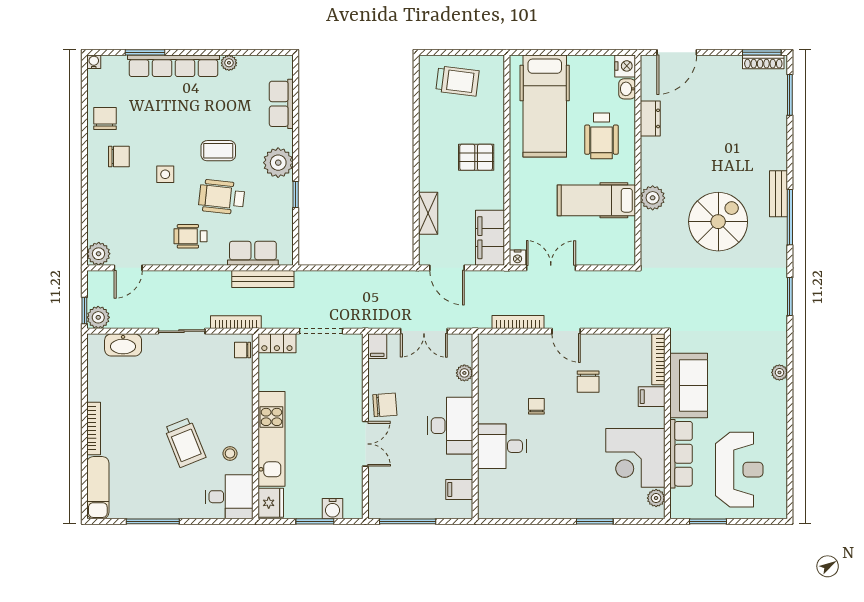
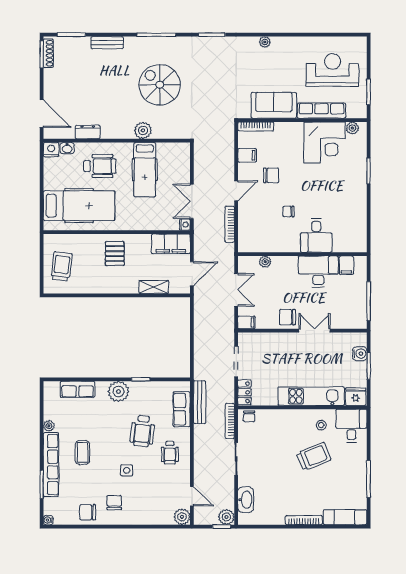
coffee table: (218, 151) -> (82, 452), moved
bench: (779, 194) -> (107, 43), moved
filing cabinet: (652, 397) -> (247, 155), moved, turned -90
chair: (385, 405) -> (287, 317), turned -86
desk: (450, 426) -> (318, 272), moved

